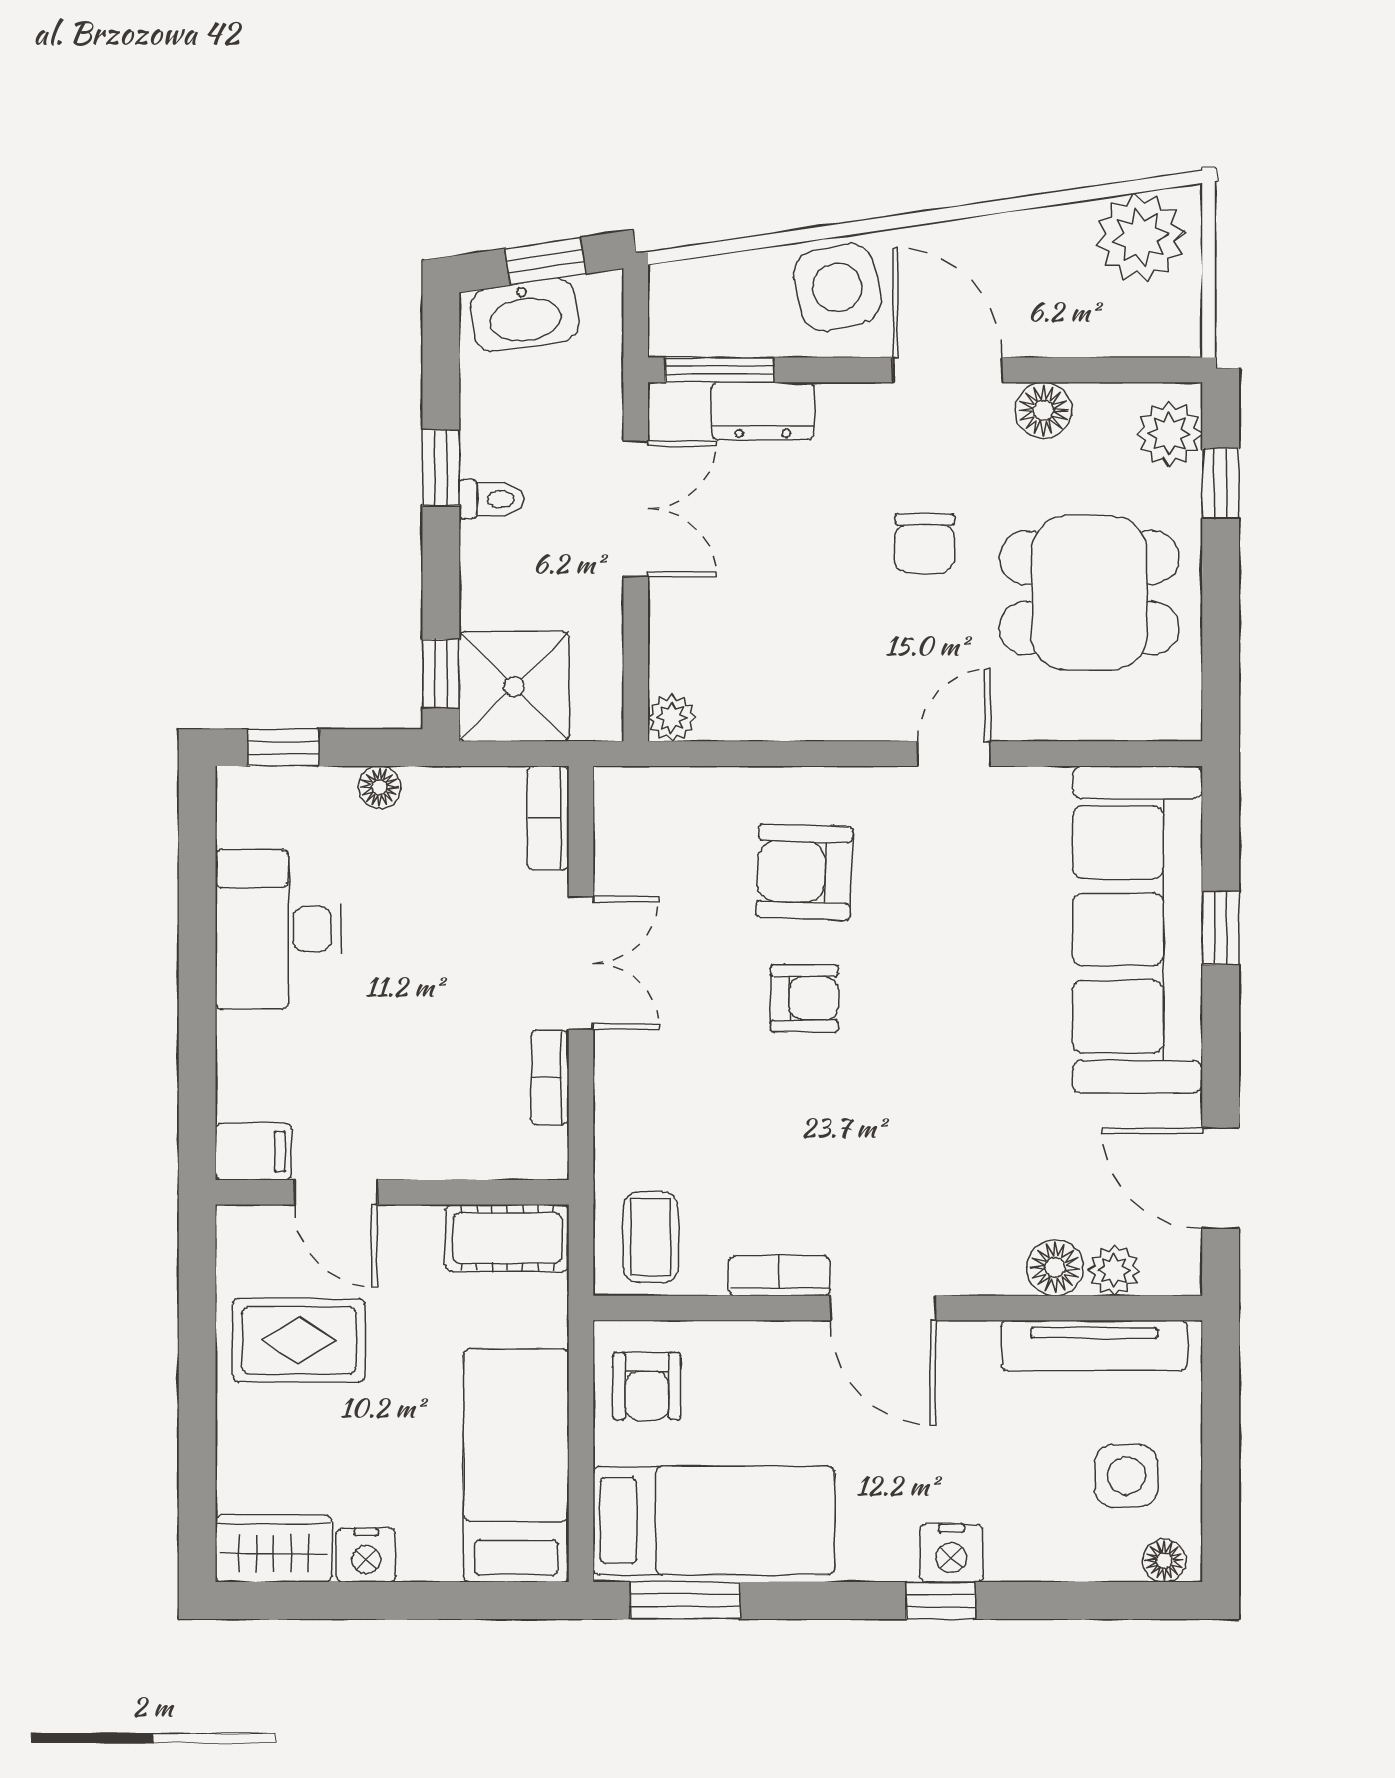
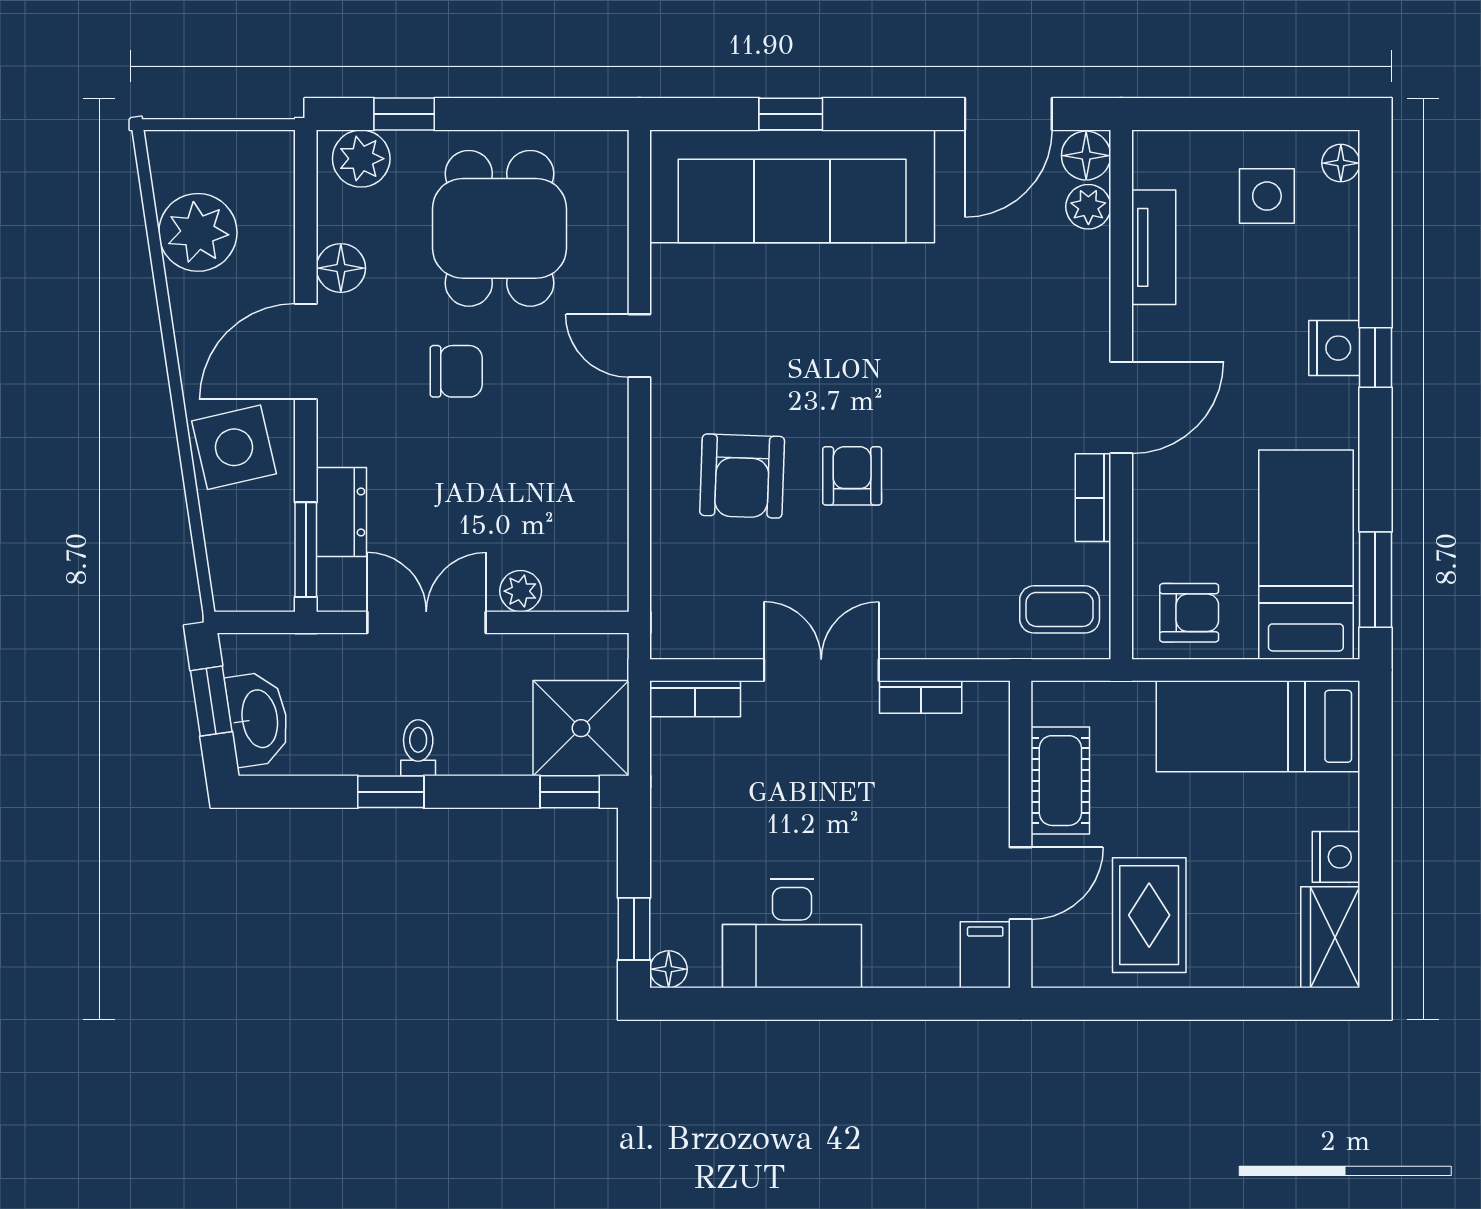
plant: (1140, 237) -> (198, 232), moved
plant: (672, 718) -> (521, 591), moved
floor lamp: (379, 787) -> (669, 969), moved
cot: (507, 1238) -> (1060, 781), moved
floor lamp: (1055, 1268) -> (1086, 156), moved
tv unit: (1094, 1345) -> (1154, 247), width x0.71

